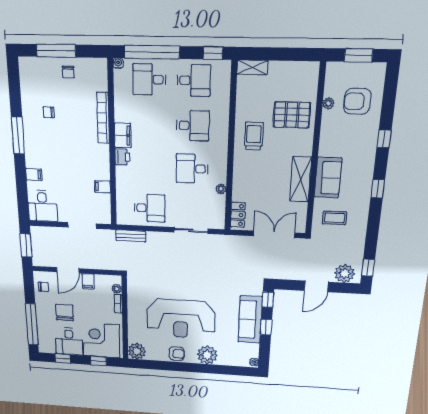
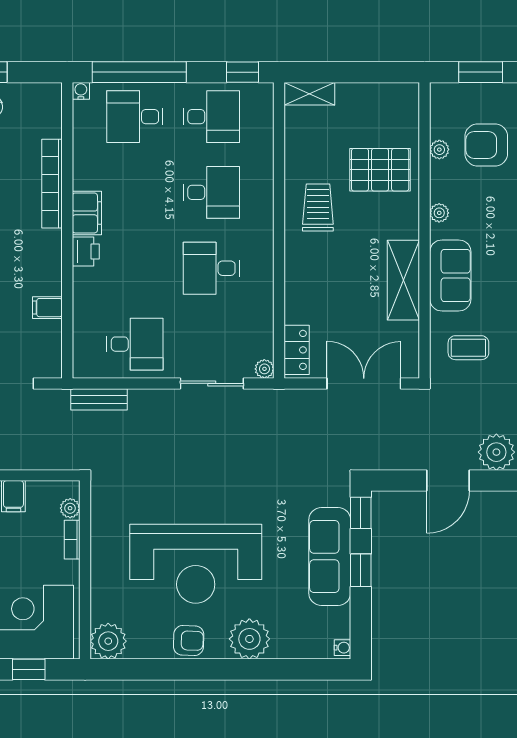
plant: (325, 141) -> (439, 213), added
plant: (221, 189) -> (264, 369), moved

